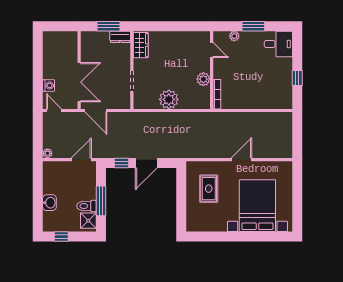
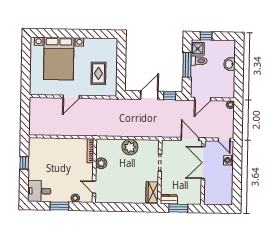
window: (61, 237) -> (206, 36), moved

